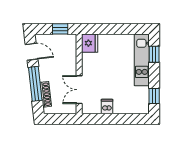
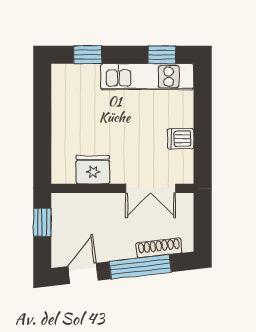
fridge: (90, 43) -> (93, 170), moved
kitchen unit: (142, 60) -> (147, 77), moved

